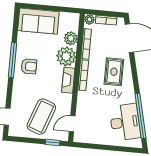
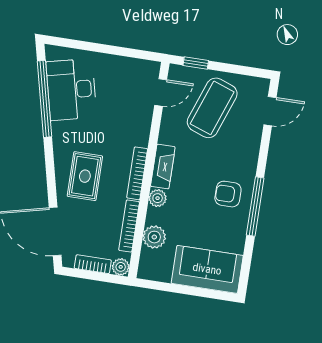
plant: (66, 56) -> (158, 198), width x0.53, depth x0.53

